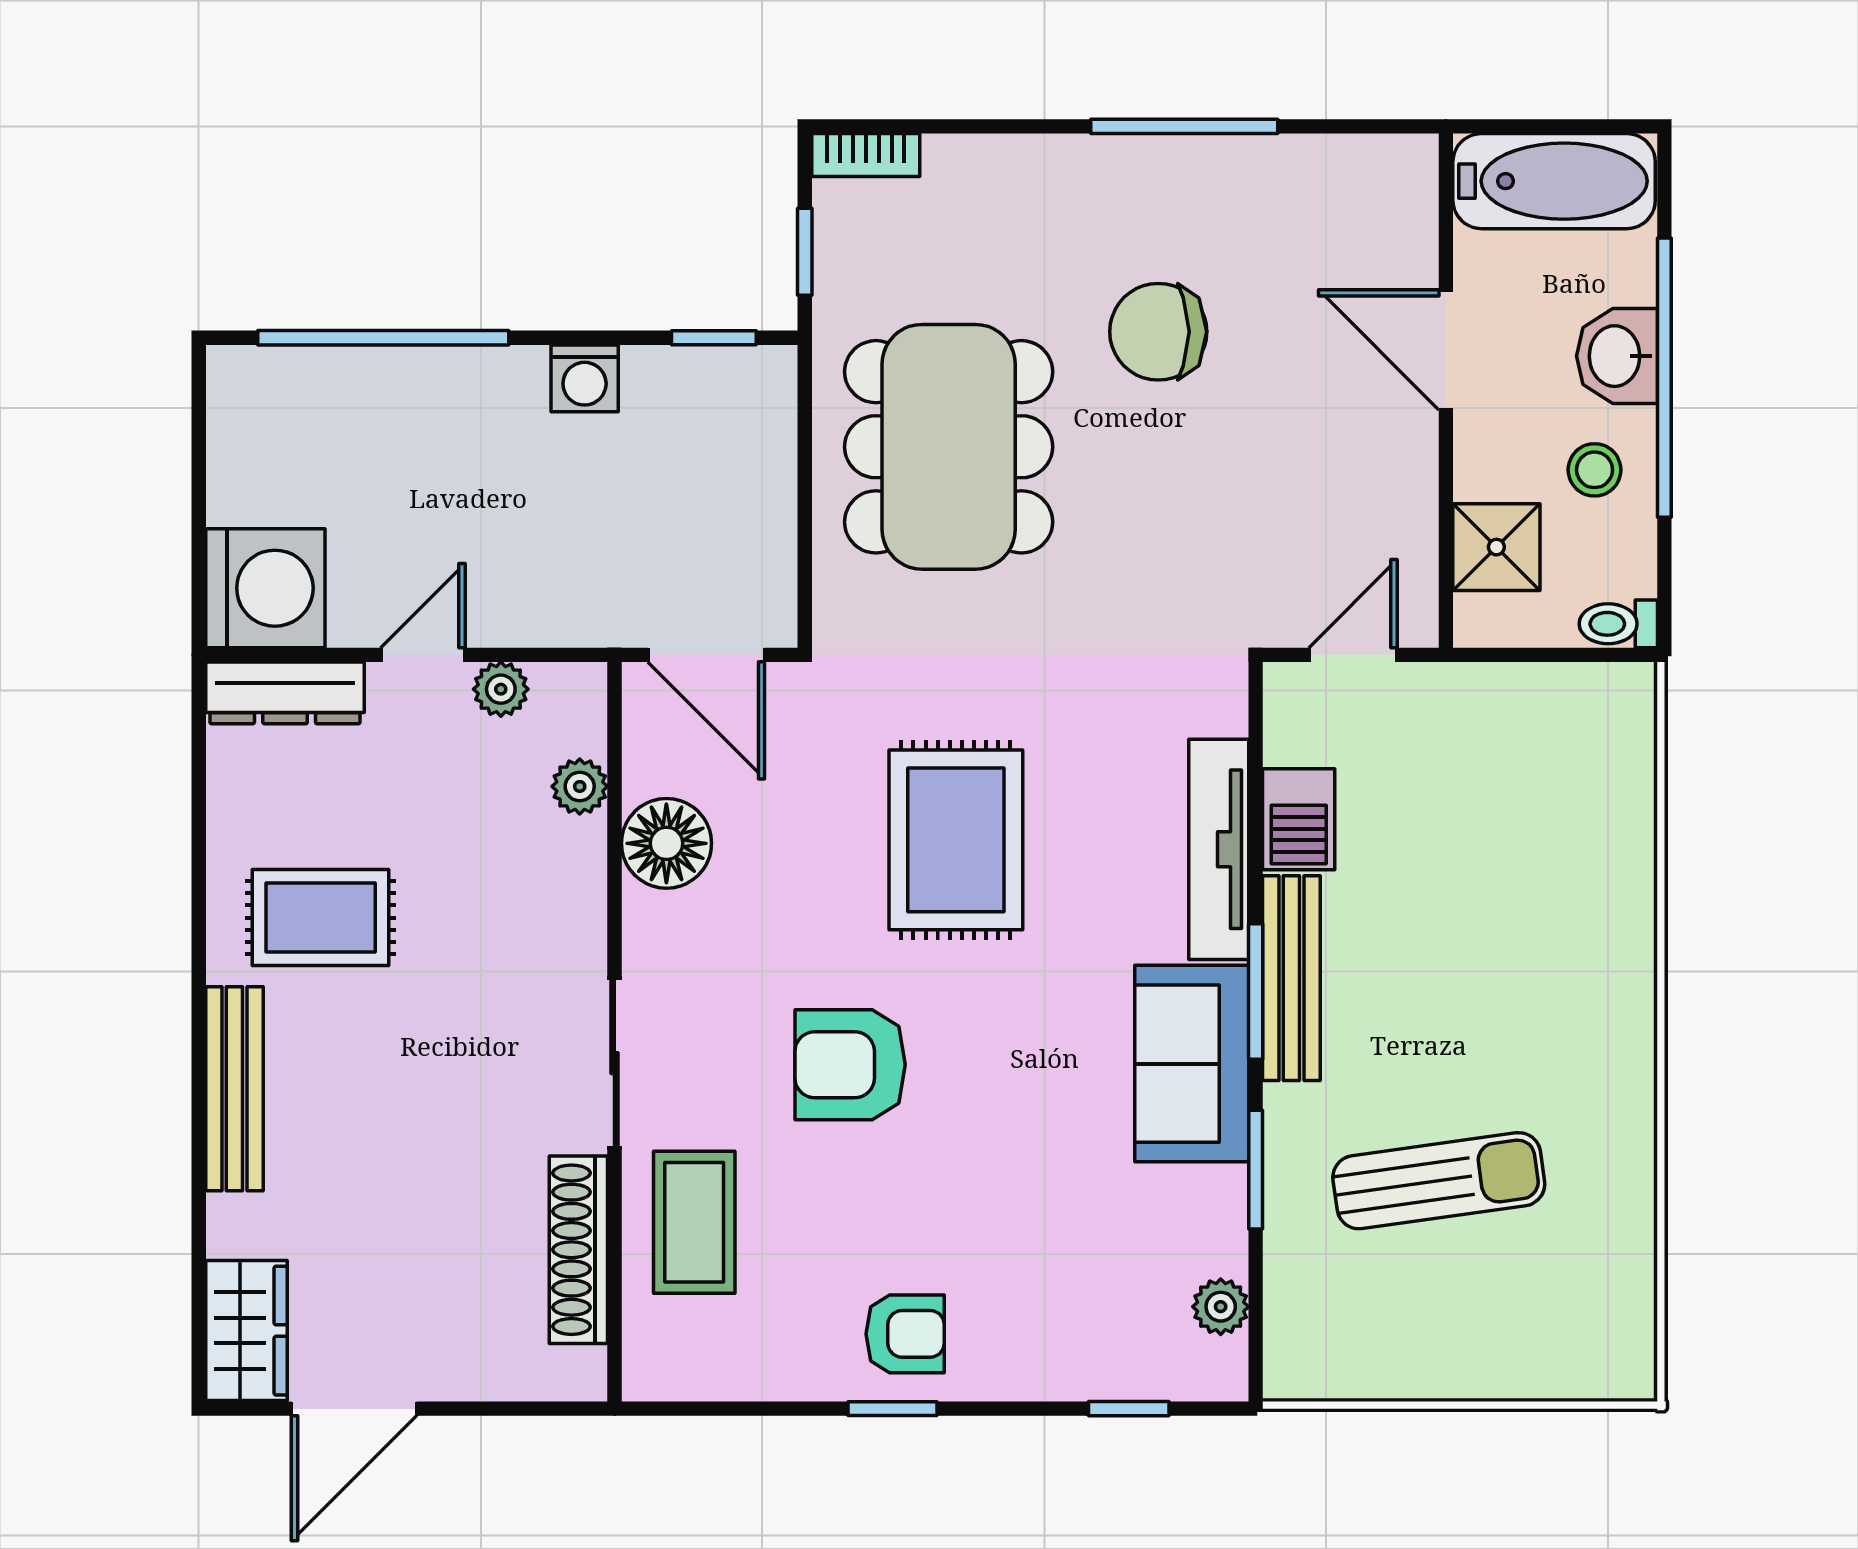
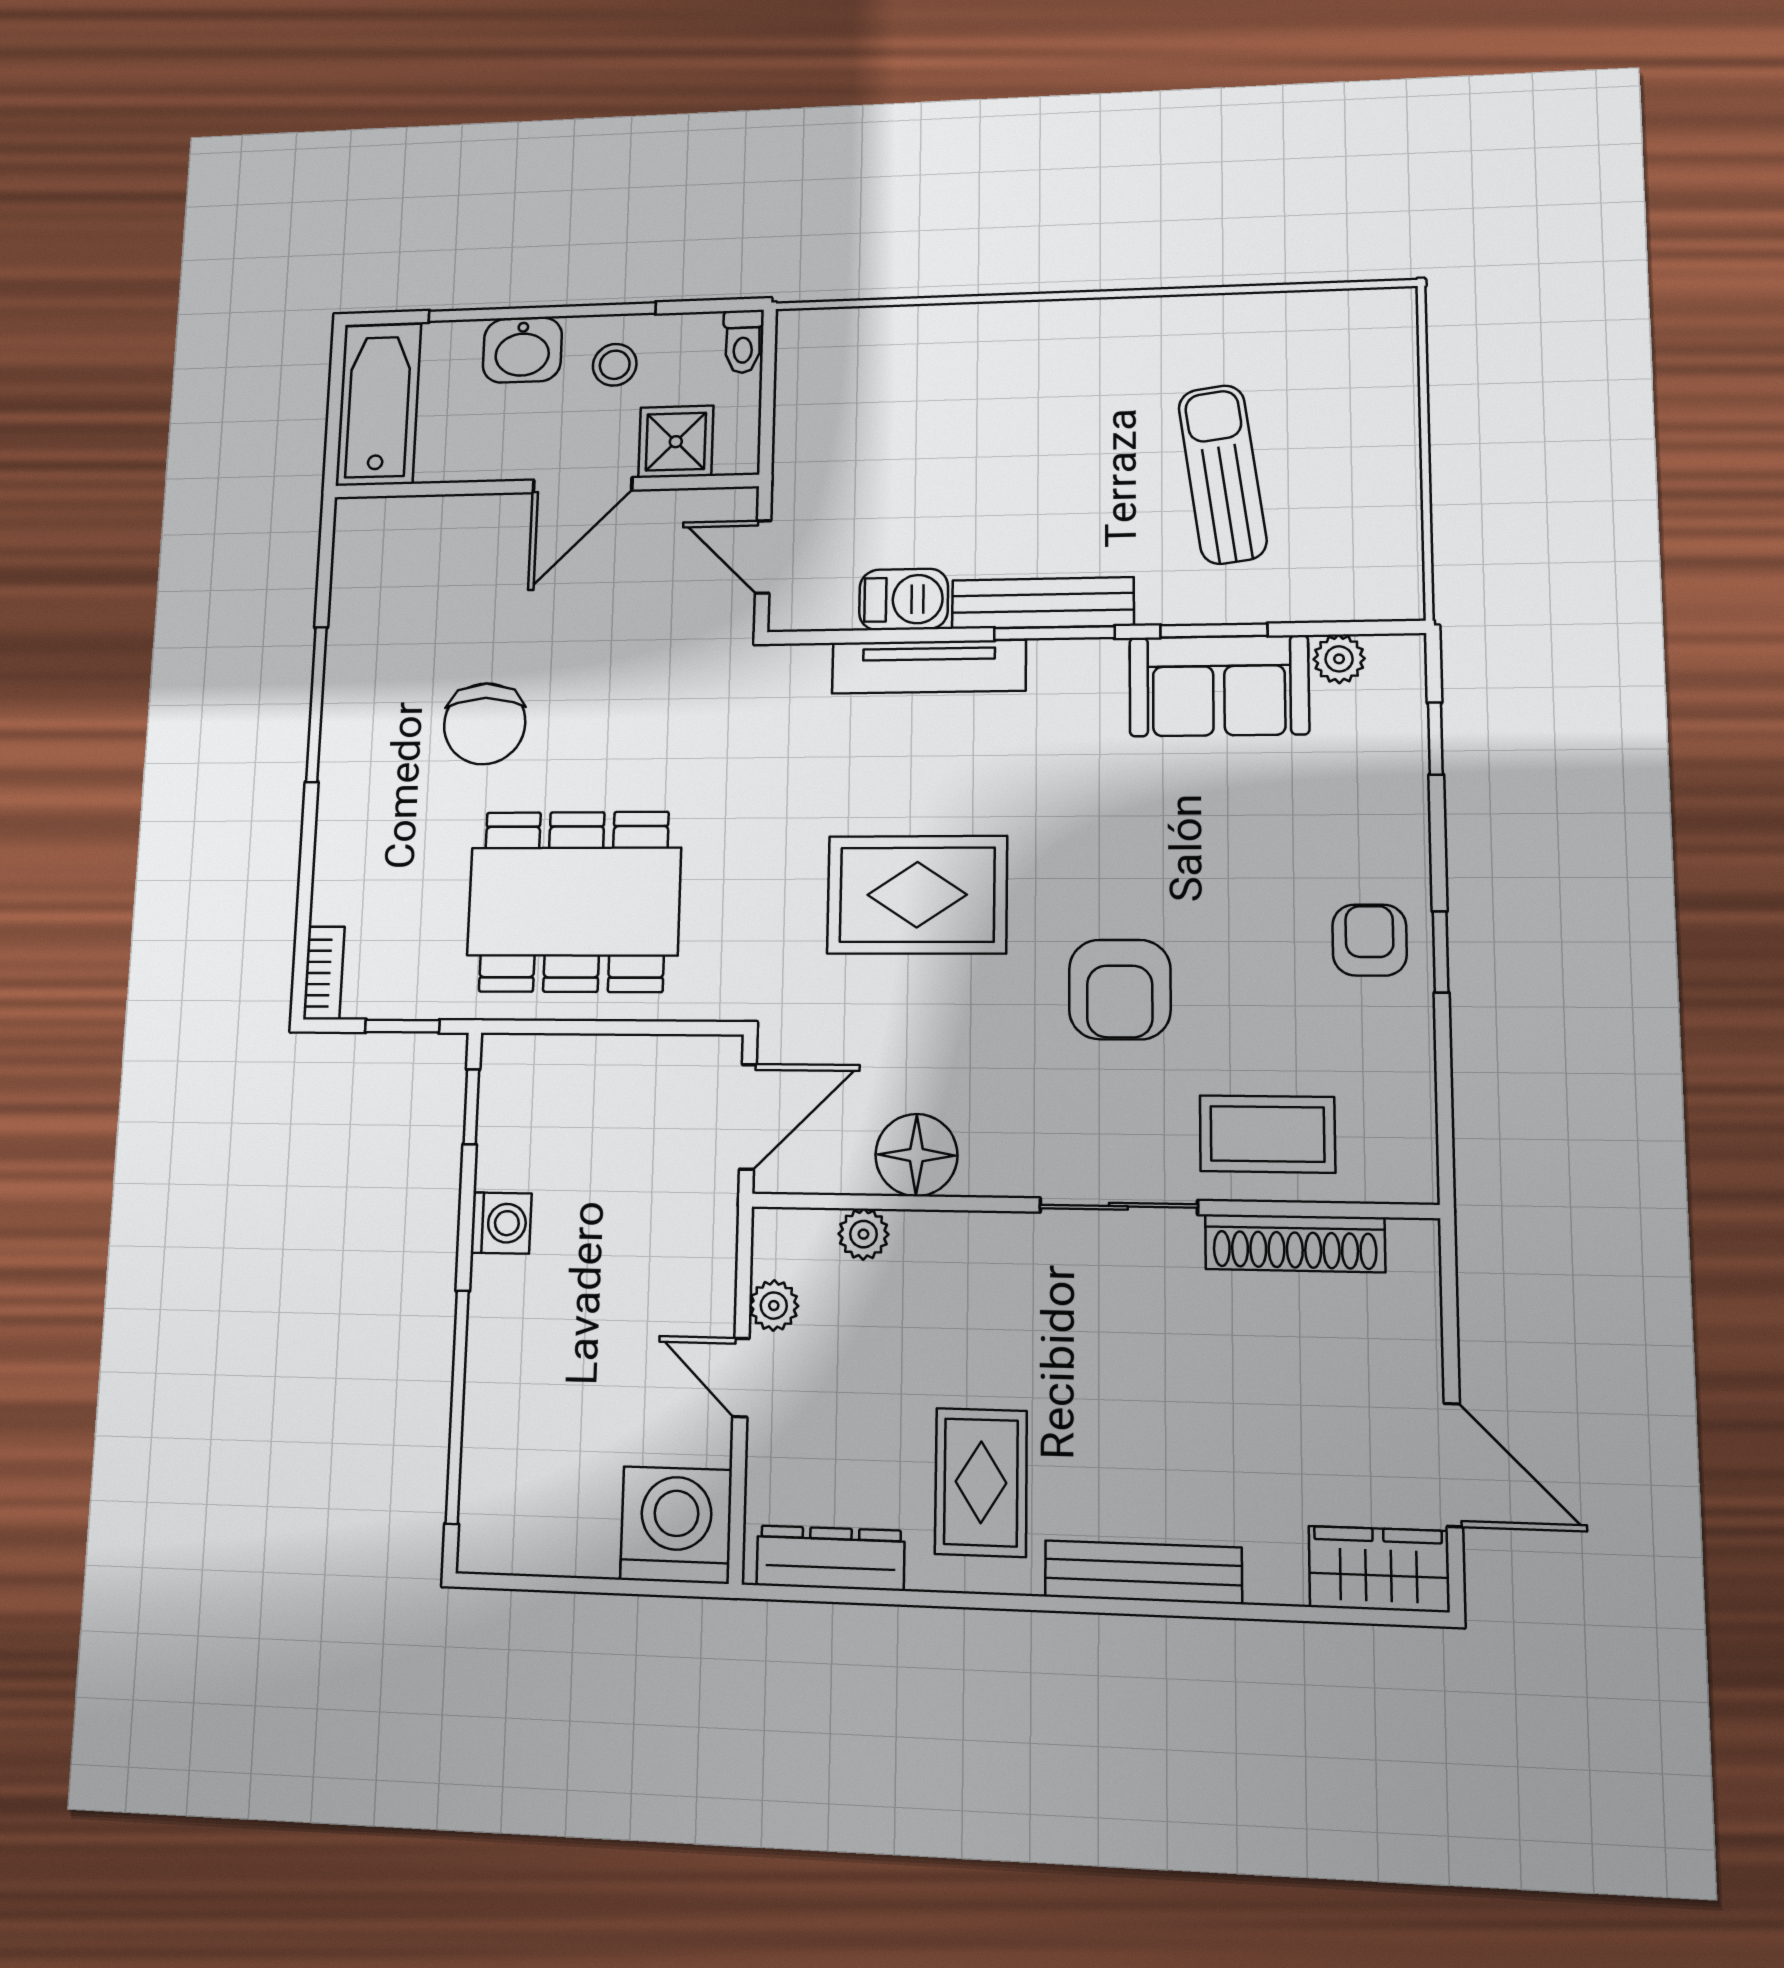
door: (1446, 350) -> (583, 485), moved
dresser: (285, 693) -> (830, 1558), moved, turned -90
sofa: (1192, 1064) -> (1219, 686), moved

